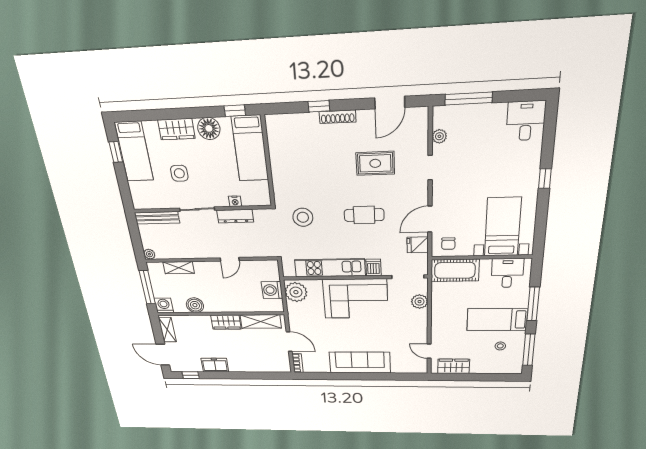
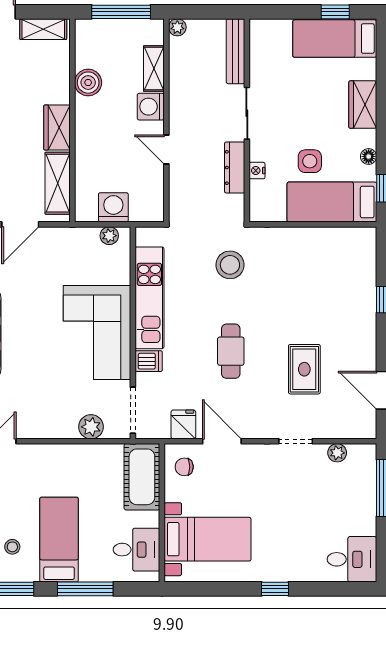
shoe rack: (338, 117) -> (369, 323), removed
floor lamp: (209, 128) -> (369, 156), width x0.53, depth x0.53
side table: (179, 173) -> (310, 161), moved
plant: (296, 292) -> (109, 236), width x0.53, depth x0.53
washing machine: (164, 305) -> (151, 107), moved, turned 180

